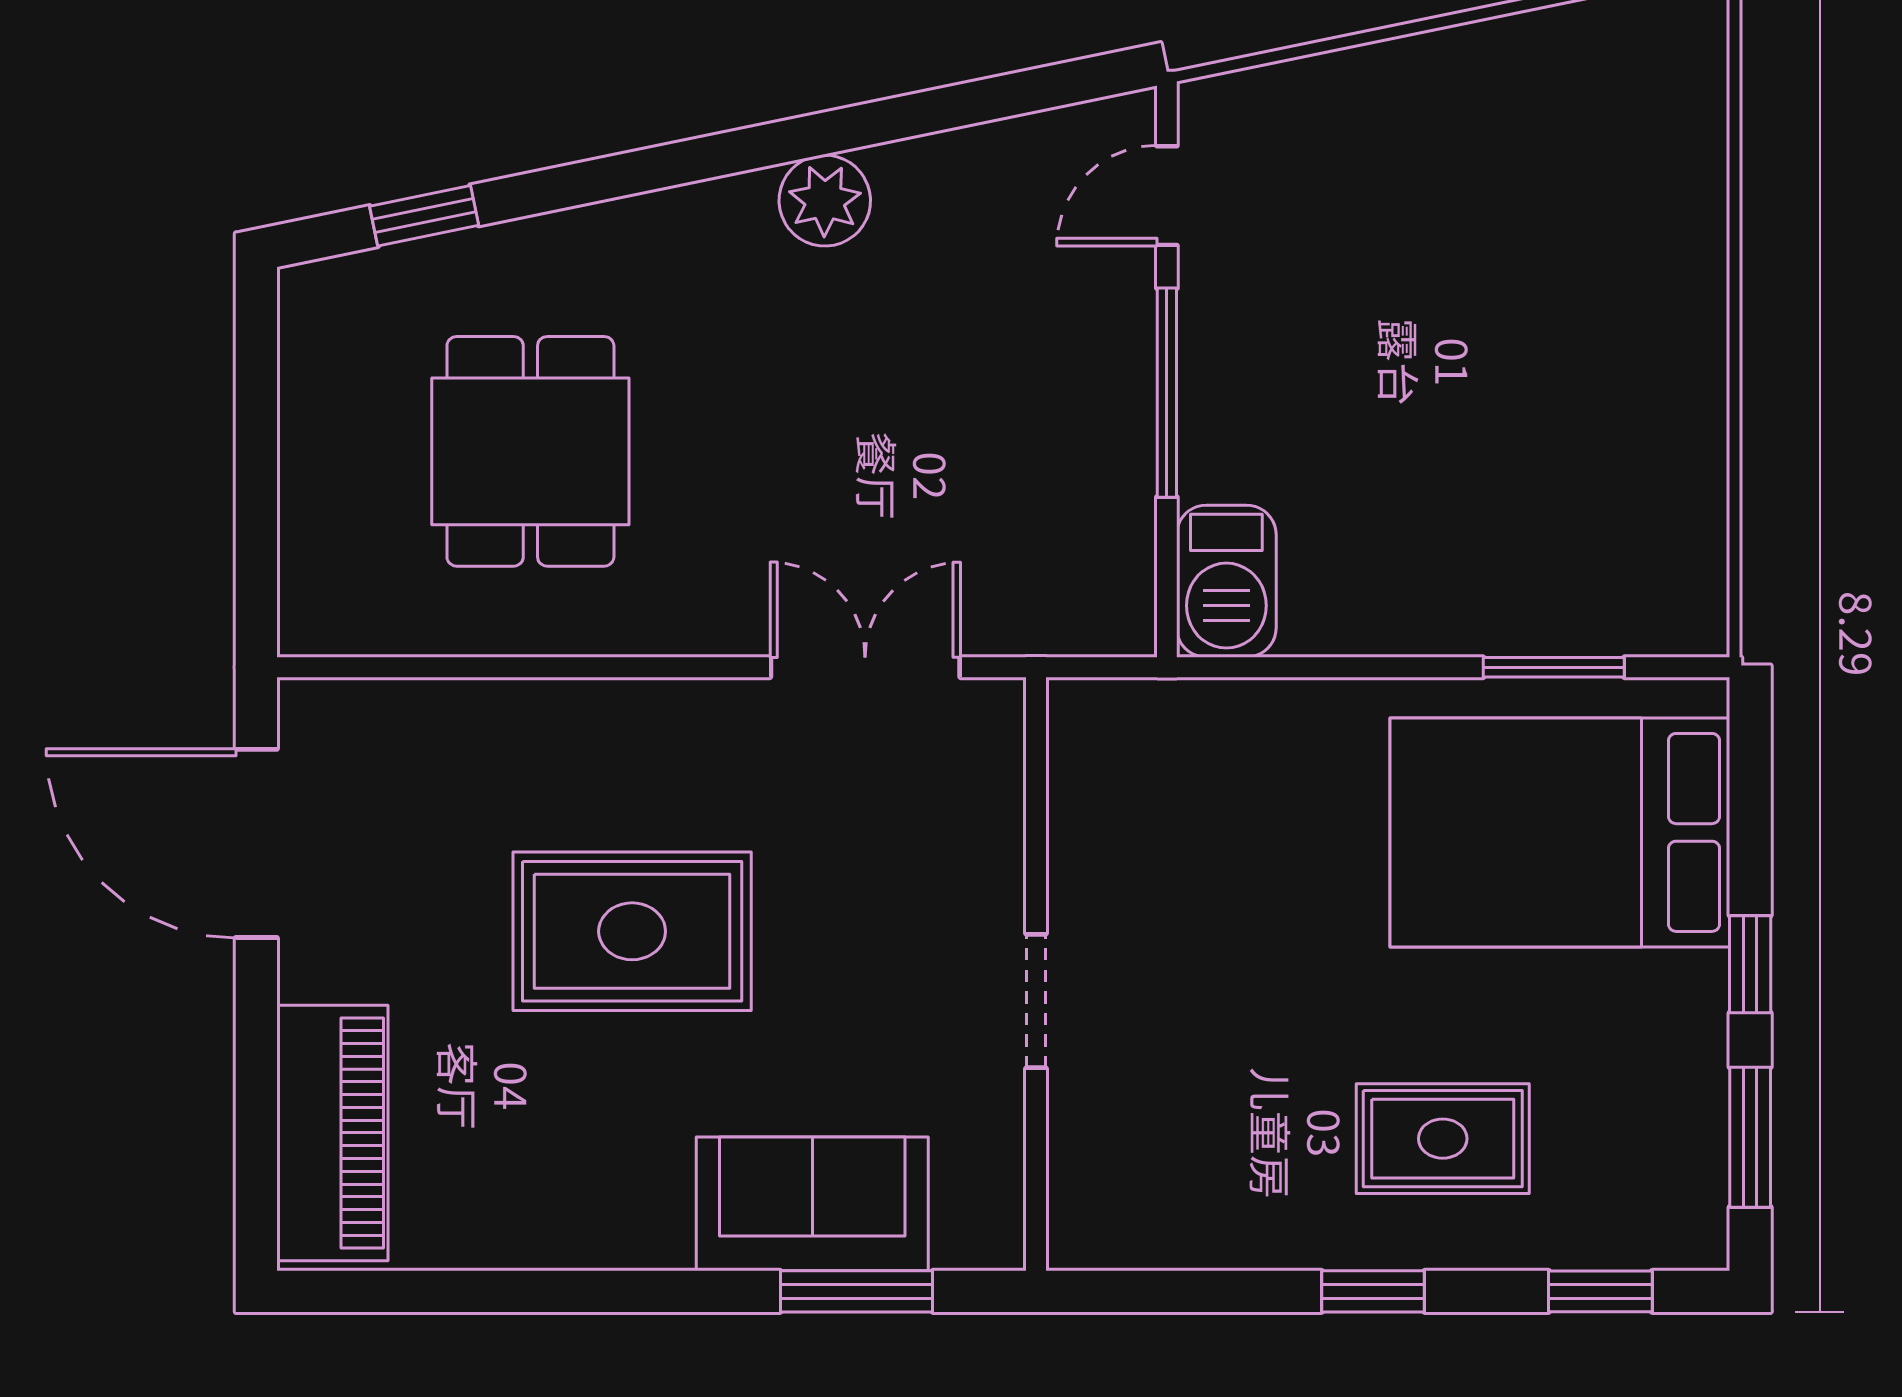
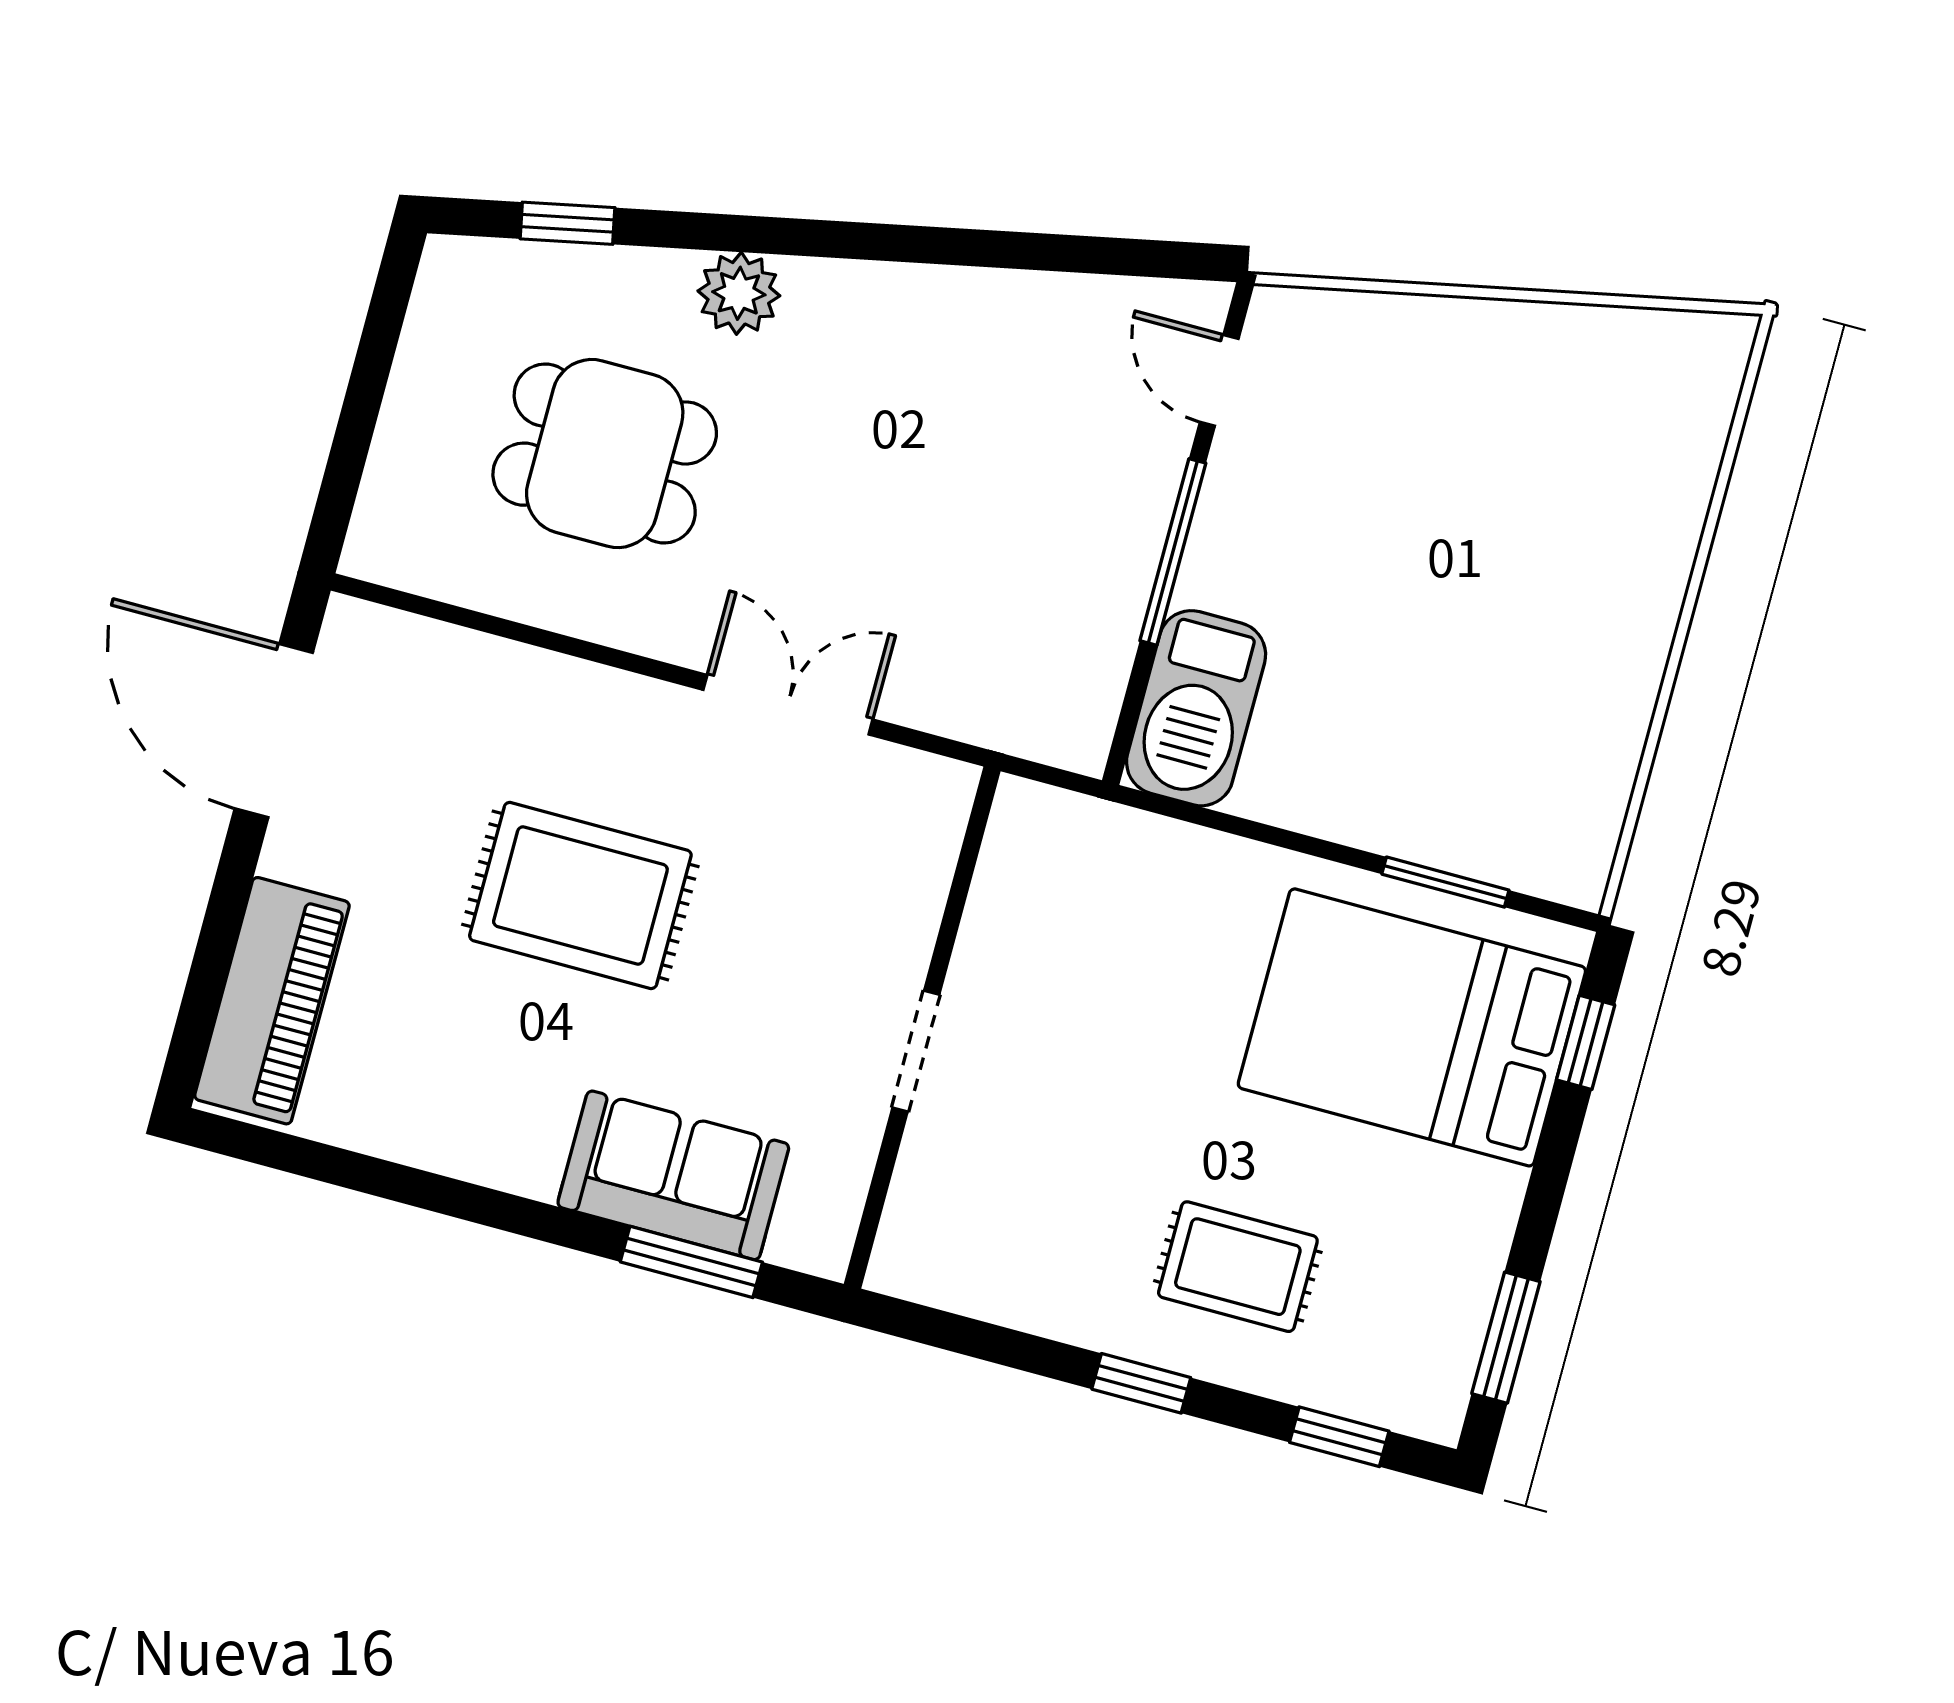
door: (1167, 196) -> (1219, 380), hinge flipped
plant: (825, 201) -> (739, 293), moved
dining table: (530, 451) -> (605, 454), turned 90
barbecue: (1226, 581) -> (1196, 708), width x1.37, depth x1.21
double door: (865, 667) -> (788, 705), moved
window: (1750, 964) -> (1586, 1042), moved

